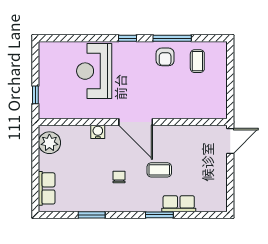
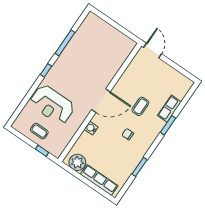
armchair: (165, 57) -> (73, 55), removed
coffee table: (197, 61) -> (39, 131), moved
row of seats: (47, 188) -> (99, 180), width x1.48

